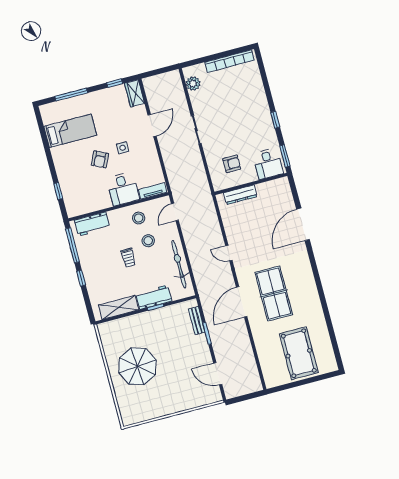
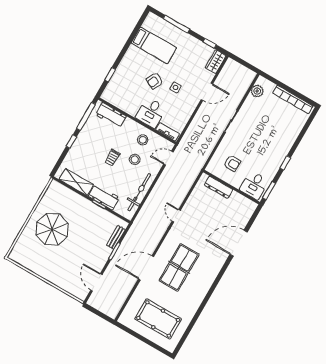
door: (242, 302) -> (146, 268), moved
pool table: (299, 353) -> (158, 319), turned 90

